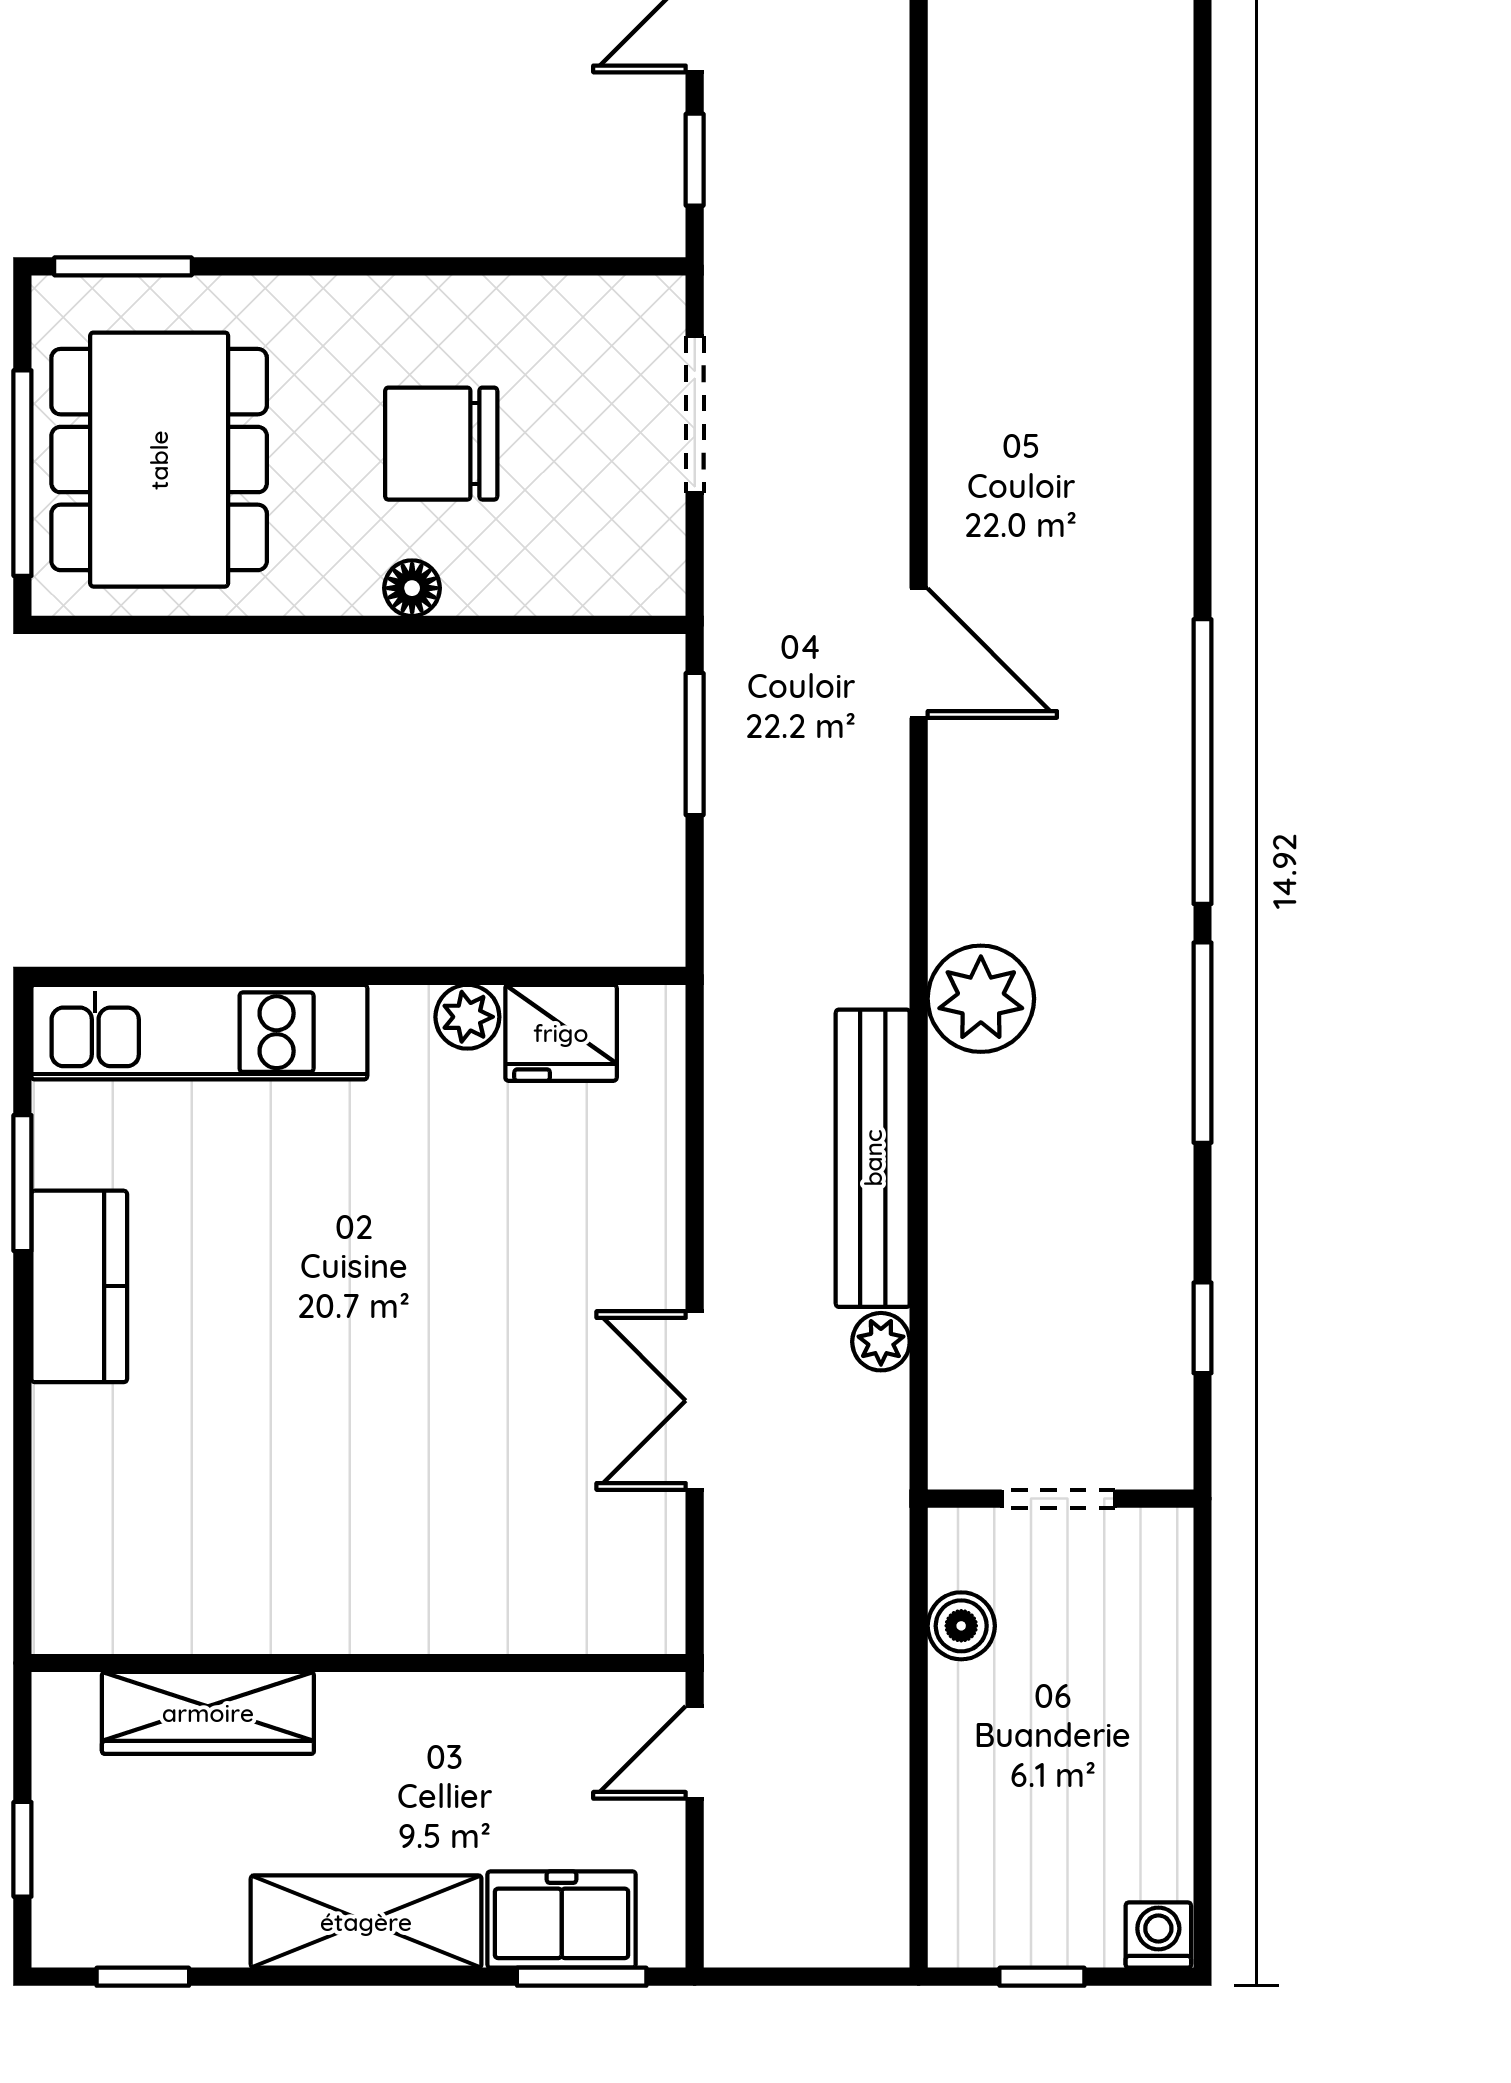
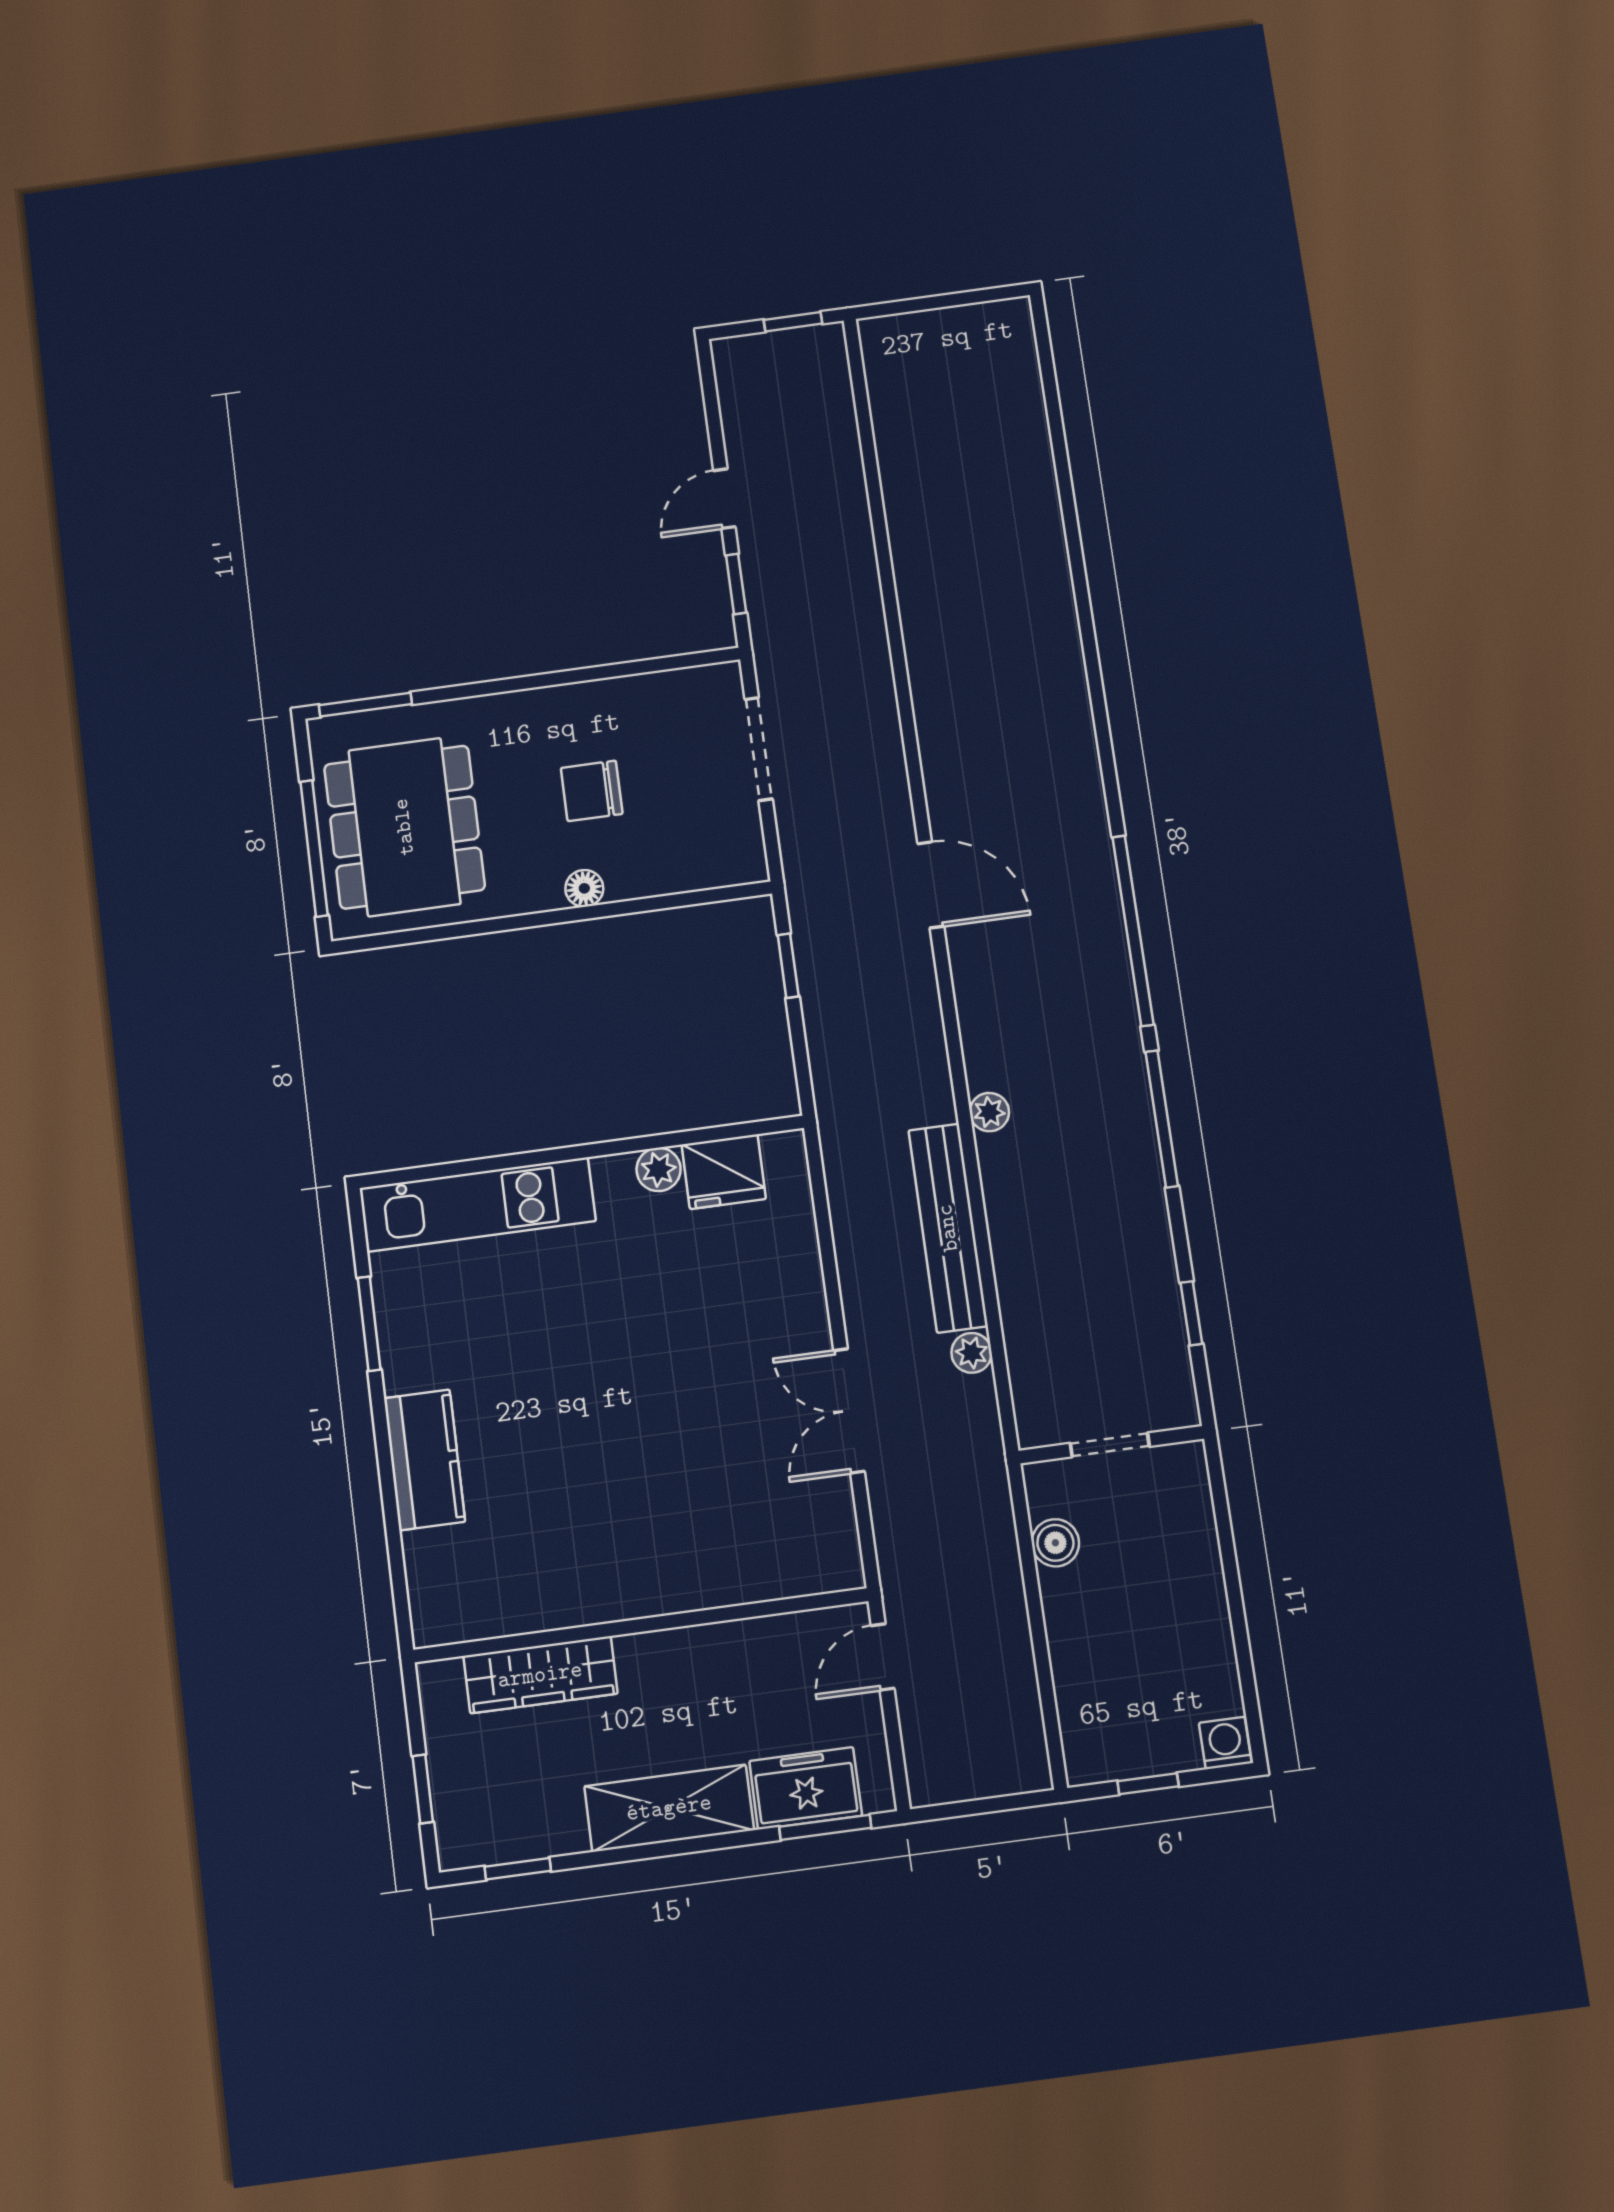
chair: (441, 444) -> (592, 791), width x0.73, depth x0.73
window: (695, 744) -> (788, 966), width x0.67
plant: (981, 999) -> (989, 1112), width x0.53, depth x0.53
kitchen counter: (79, 1286) -> (424, 1460), moved

